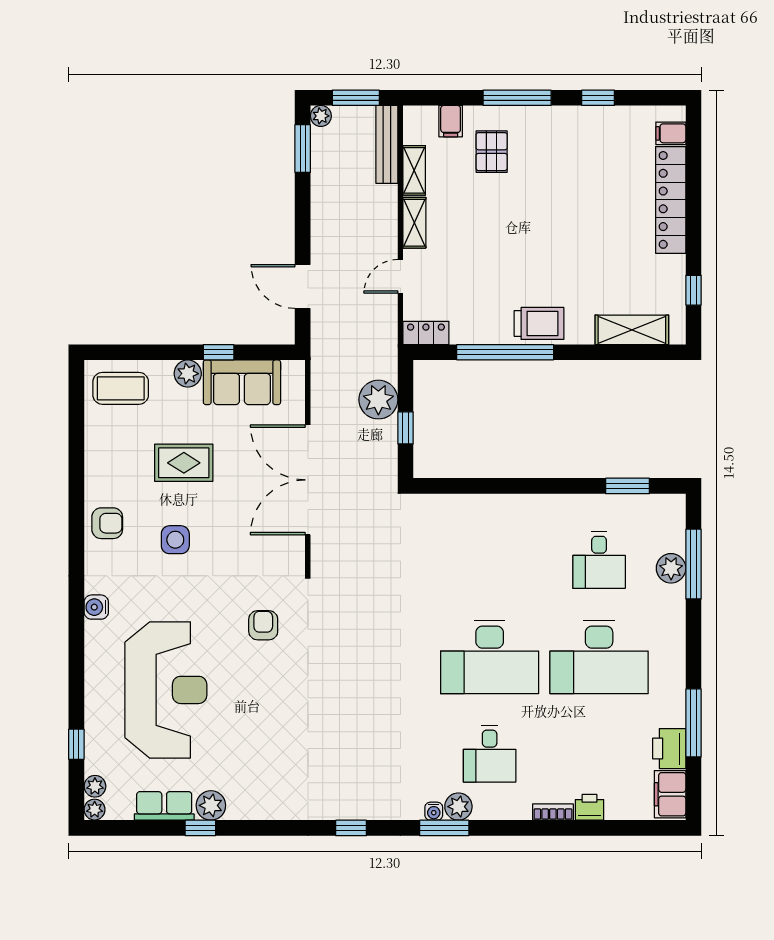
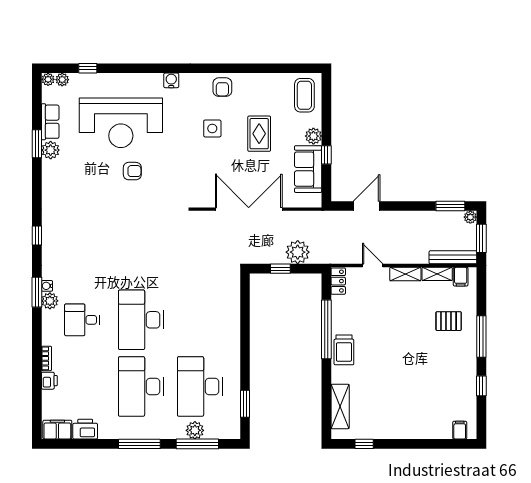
filing cabinet: (451, 121) -> (461, 277), moved, turned -90
locker: (671, 200) -> (419, 430), removed
desk: (599, 560) -> (200, 386), width x1.87, depth x1.30
armchair: (263, 625) -> (132, 171), moved
window: (693, 723) -> (139, 444), moved
window: (200, 828) -> (37, 144), width x1.50

